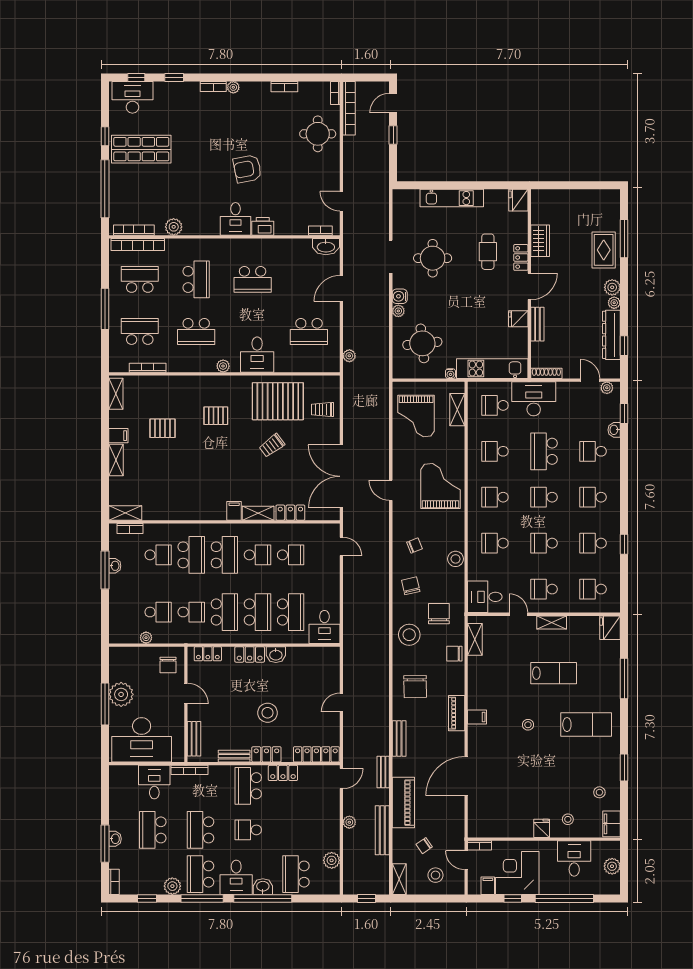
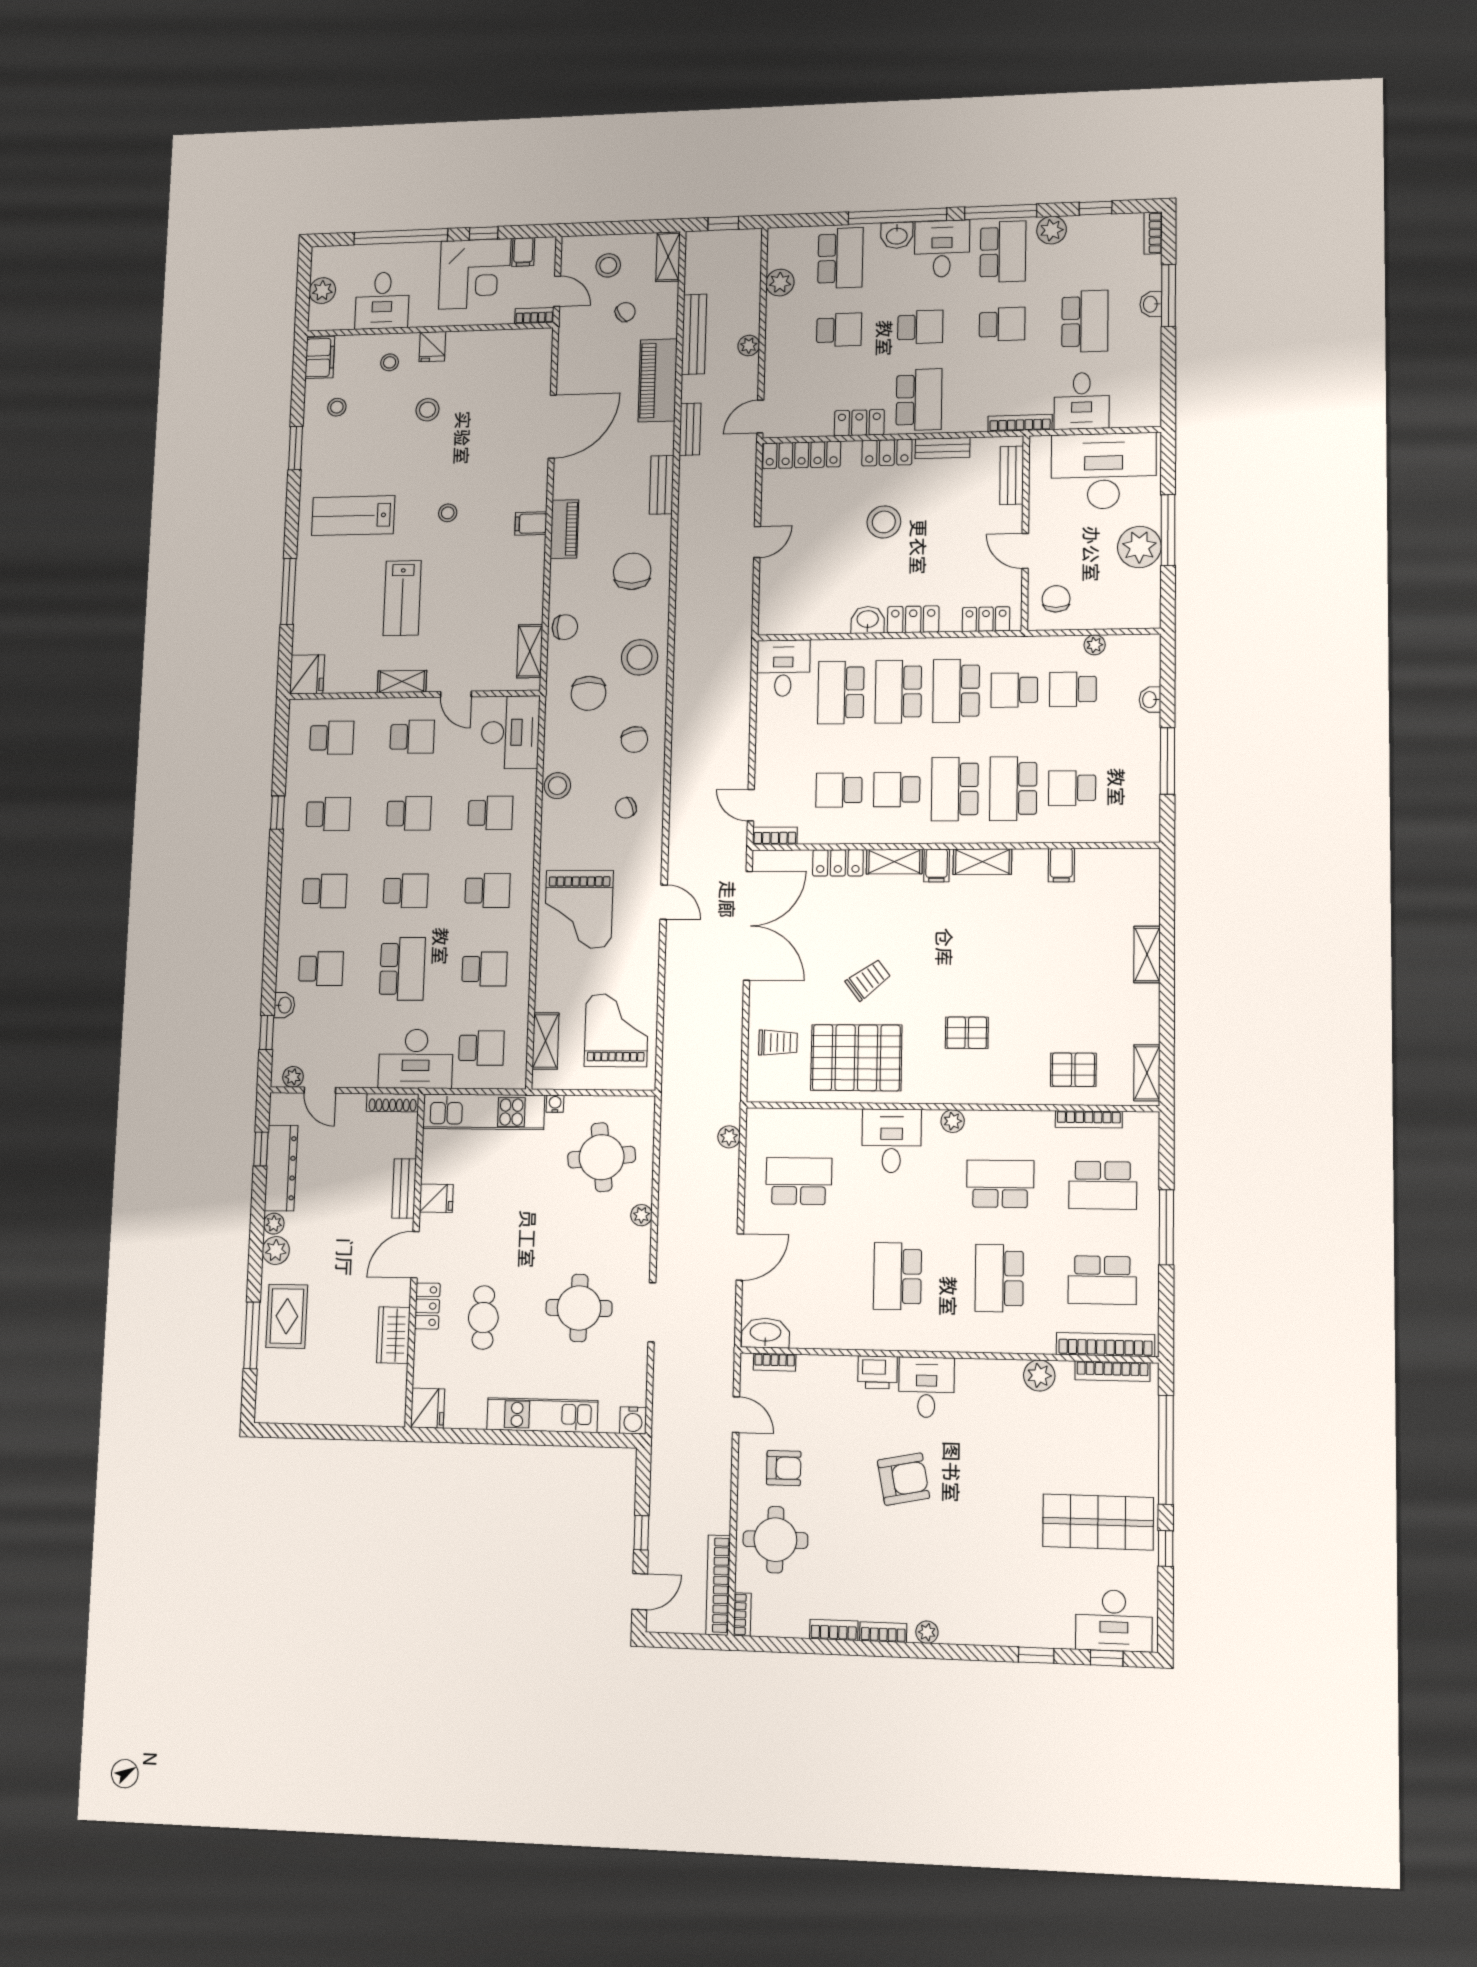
bookcase: (213, 86) -> (883, 1632), moved
armchair: (314, 173) -> (784, 1468), added
school desk: (253, 279) -> (897, 1276), turned -90
water cooler: (400, 296) -> (633, 1420), moved, turned 90
pallet: (162, 428) -> (1073, 1070), moved
filing cabinet: (118, 436) -> (1061, 865), moved, turned -90
shelving: (125, 513) -> (982, 862), moved
bookcase: (130, 529) -> (775, 836), moved
washbasin: (115, 566) -> (1150, 700), moved
desk: (485, 597) -> (510, 732), width x1.37
lab bench: (554, 673) -> (402, 598), turned -90
stool: (543, 789) -> (427, 410), added
school desk: (200, 830) -> (1002, 324), width x0.54
school desk: (296, 830) -> (839, 330), added

